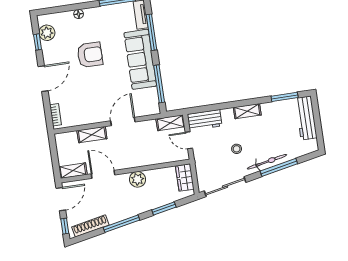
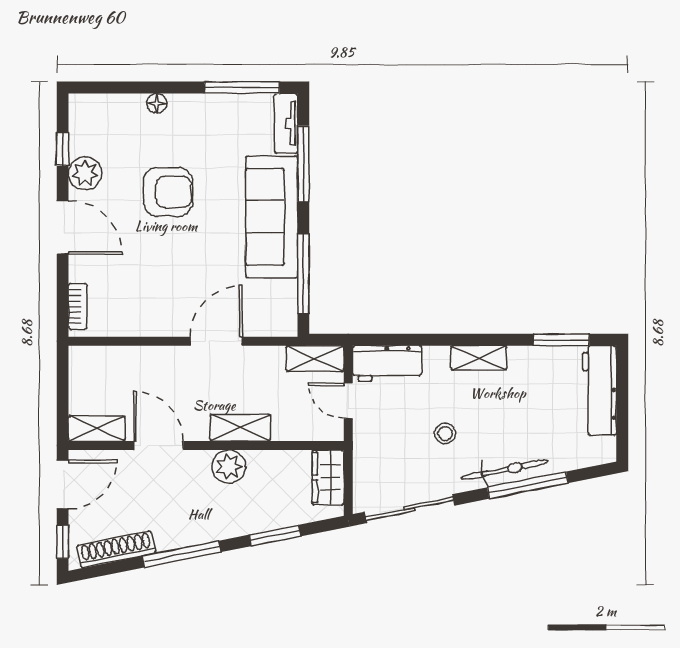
plant: (47, 33) -> (85, 173), moved
door: (43, 79) -> (63, 227), hinge flipped
shelving: (92, 135) -> (240, 428), moved

